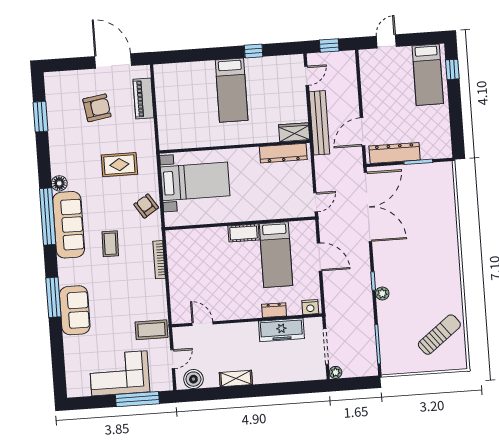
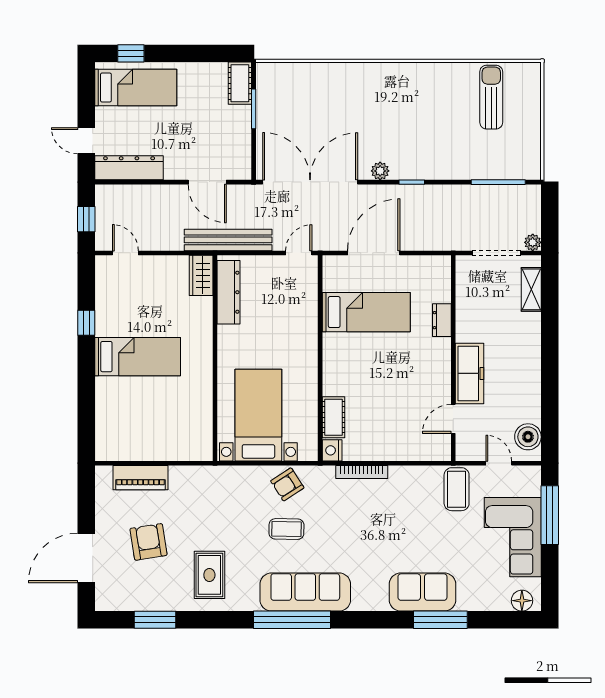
door: (113, 61) -> (86, 558), moved
bench: (319, 123) -> (228, 240), moved
cot: (436, 150) -> (240, 83), added
dresser: (395, 153) -> (129, 168), moved, turned 90
rug: (119, 165) -> (209, 575), moved
floor lamp: (59, 183) -> (522, 601), moved
door: (316, 202) -> (299, 253), hinge flipped
cot: (244, 233) -> (334, 417), moved
coffee table: (110, 244) -> (286, 529), moved
door: (320, 257) -> (374, 253), width x1.36
plant: (382, 293) -> (380, 171), moved
window: (53, 297) -> (440, 620), moved
nightstand: (310, 307) -> (332, 450), moved, turned 180
freezer: (281, 330) -> (469, 373), moved
sun lounger: (439, 335) -> (491, 97), turned 38
shelving: (236, 378) -> (531, 289), moved

